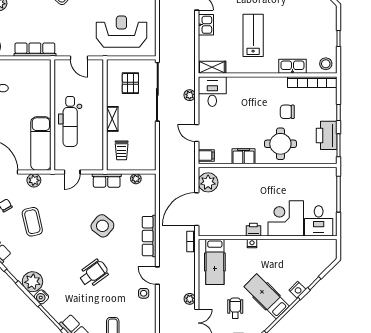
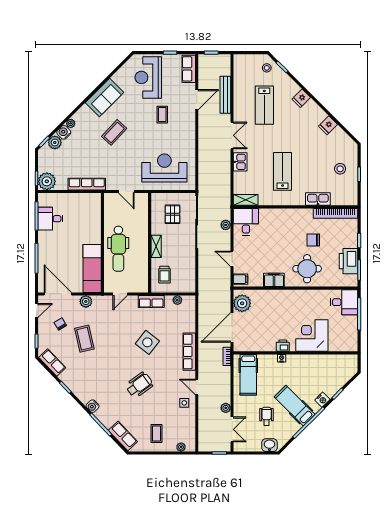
stool: (326, 64) -> (340, 169), moved
desk: (319, 221) -> (344, 302), moved, turned -90
plant: (32, 282) -> (85, 392), removed

